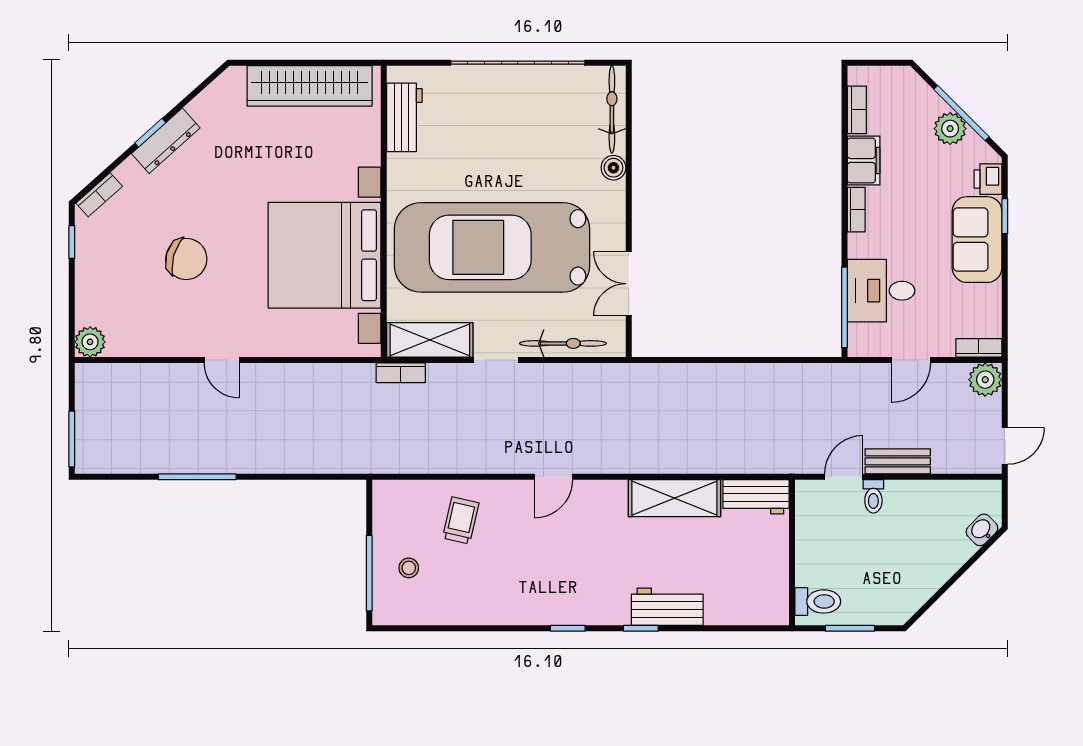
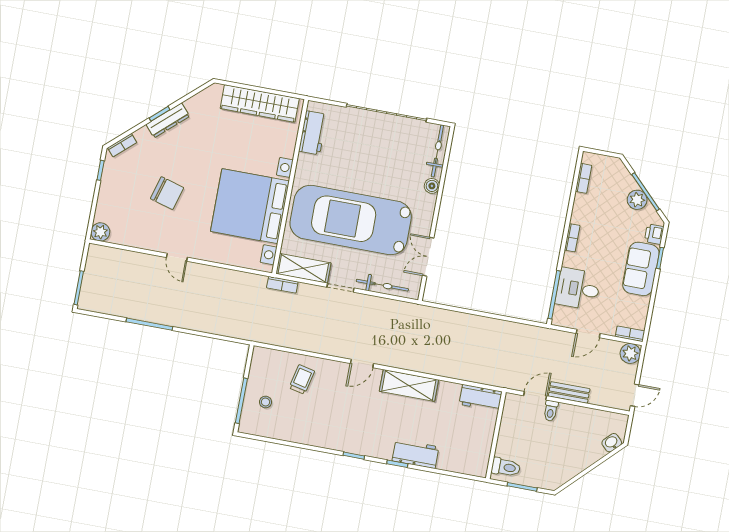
filing cabinet: (864, 160) -> (582, 209), removed
shelving: (674, 498) -> (409, 385), moved

